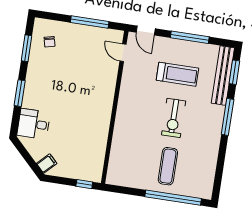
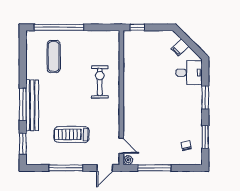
door: (146, 31) -> (105, 168), swing flipped
plant: (118, 35) -> (128, 160), added
bench: (223, 76) -> (32, 105), moved
exercise bike: (174, 118) -> (100, 82), moved
filing cabinet: (47, 163) -> (180, 47), moved
exercise mat: (168, 166) -> (54, 56), moved

